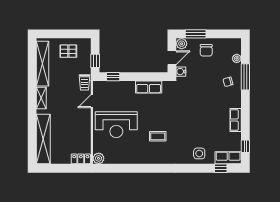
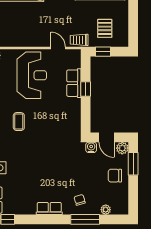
pallet: (68, 51) -> (105, 28), moved
window: (113, 77) -> (86, 89), moved
row of seats: (149, 87) -> (74, 83), moved
row of seats: (236, 120) -> (49, 208), moved
reception desk: (116, 125) -> (32, 75), turned 180

